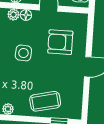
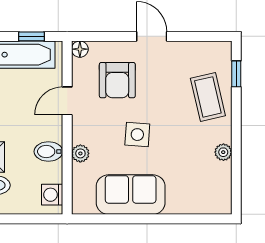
floor lamp: (26, 15) -> (80, 49), moved

